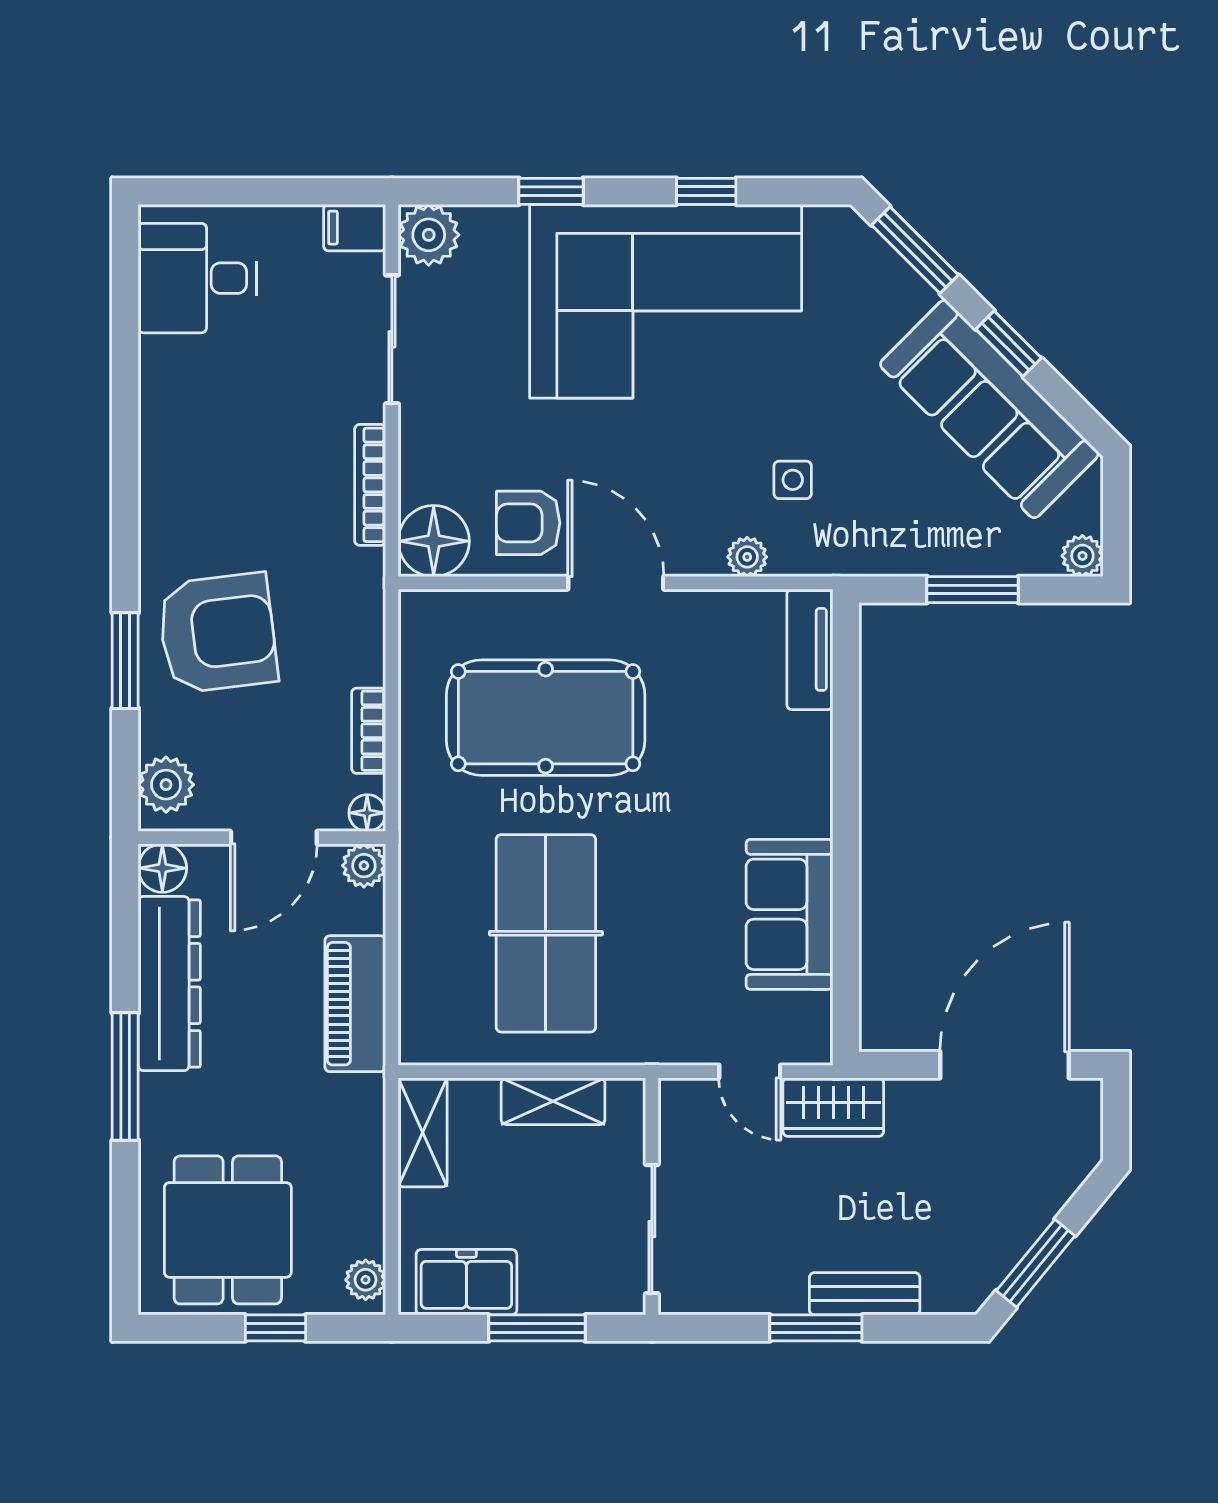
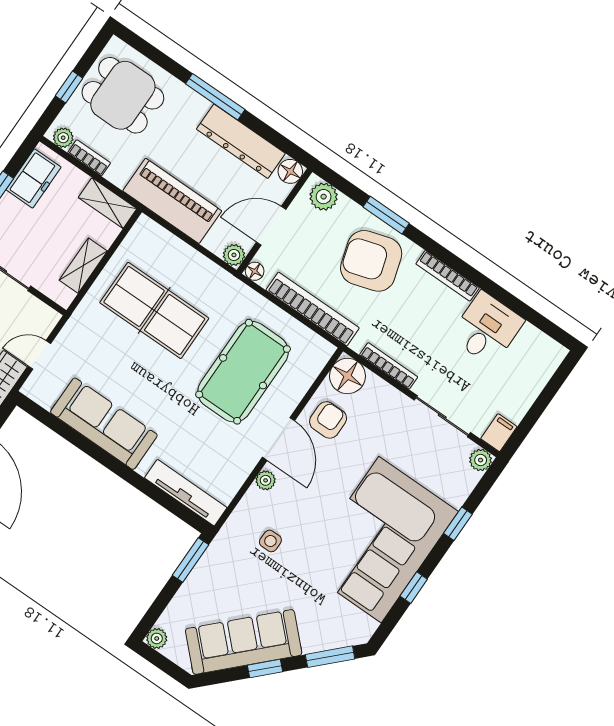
plant: (429, 235) -> (481, 460), width x0.73, depth x0.73
desk: (197, 278) -> (487, 329), moved
bookcase: (155, 491) -> (448, 276), added
plant: (747, 557) -> (266, 480), moved
door: (616, 583) -> (278, 439), hinge flipped
window: (973, 590) -> (191, 560), moved
armchair: (218, 633) -> (371, 261), turned 80
tv unit: (810, 649) -> (186, 493), width x1.41
bookcase: (369, 731) -> (313, 309), width x2.31, depth x1.31
door: (274, 838) -> (271, 226), hinge flipped
sofa: (789, 914) -> (104, 424), width x1.36
piano: (355, 1004) -> (172, 201), width x1.37, depth x1.33
bookcase: (369, 1214) -> (89, 158), added

